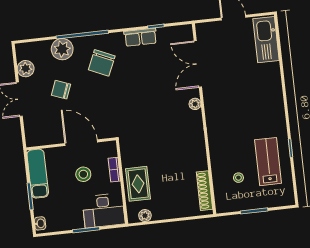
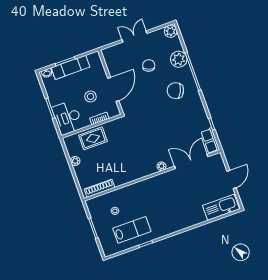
row of seats: (140, 37) -> (210, 141), moved
plant: (26, 69) -> (171, 31), moved
exam couch: (38, 174) -> (70, 67), moved
plant: (145, 216) -> (75, 161), moved

